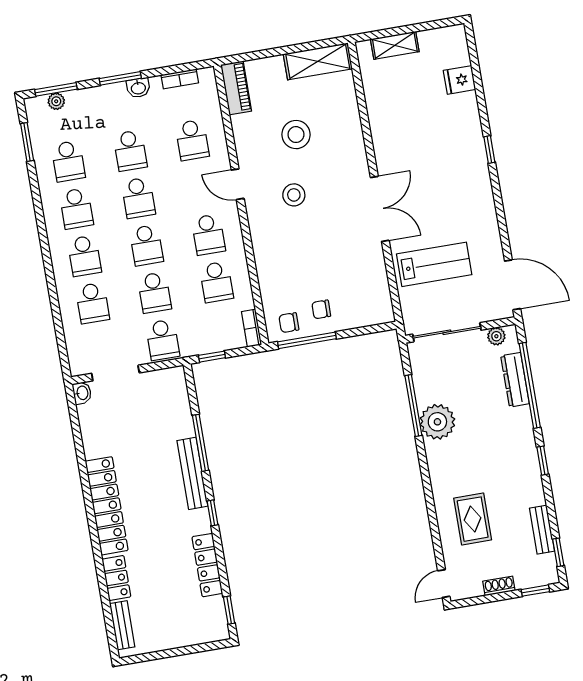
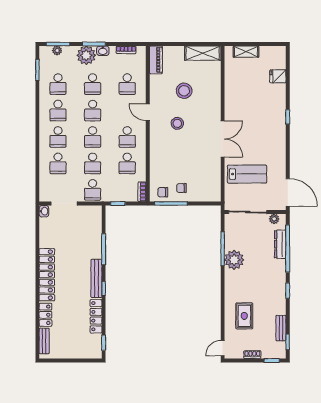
plant: (110, 101) -> (86, 55), added
bench: (192, 473) -> (96, 278), moved

